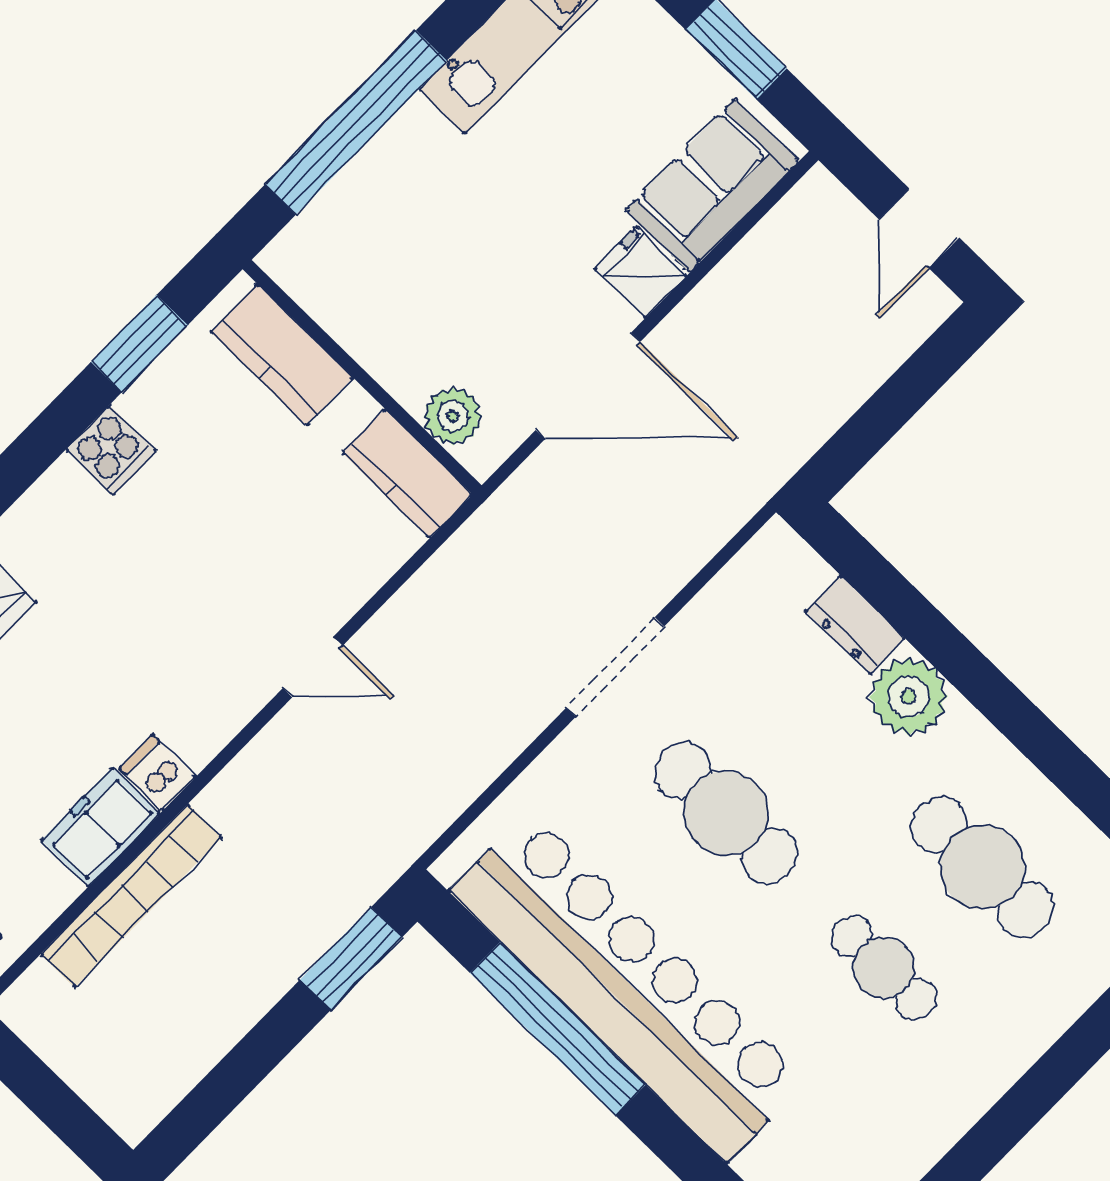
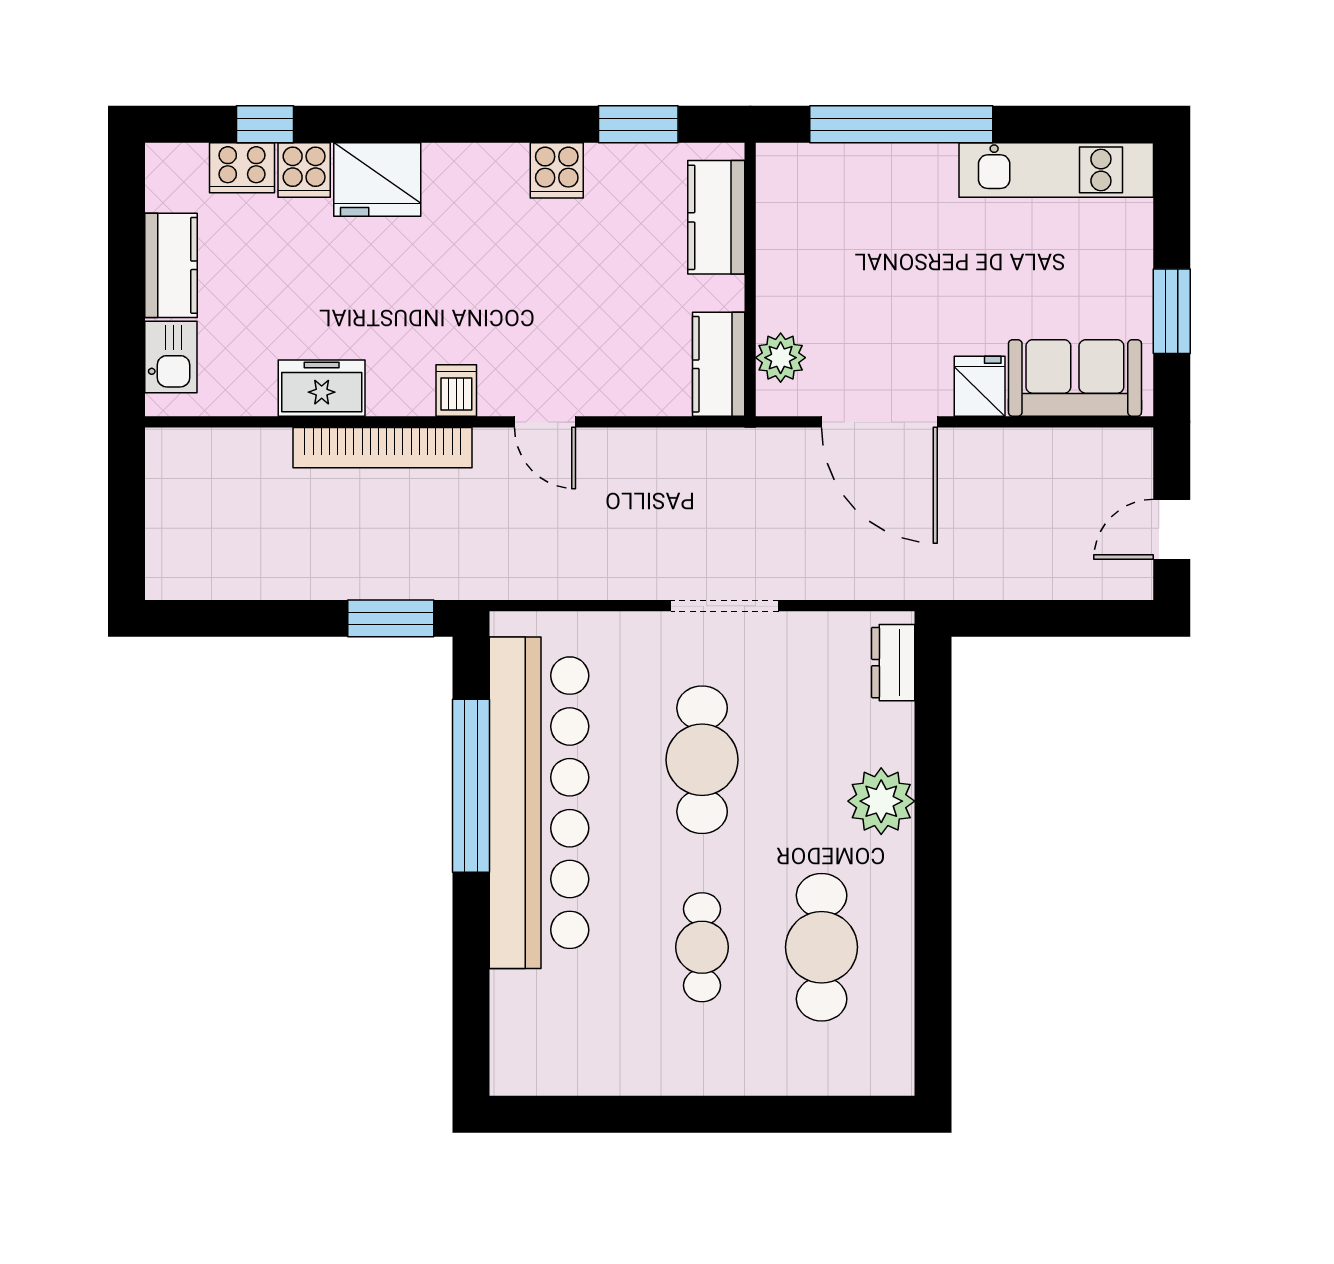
dresser: (855, 625) -> (893, 663), moved
dishwasher: (158, 773) -> (456, 390), moved
bookcase: (131, 896) -> (383, 448), moved

